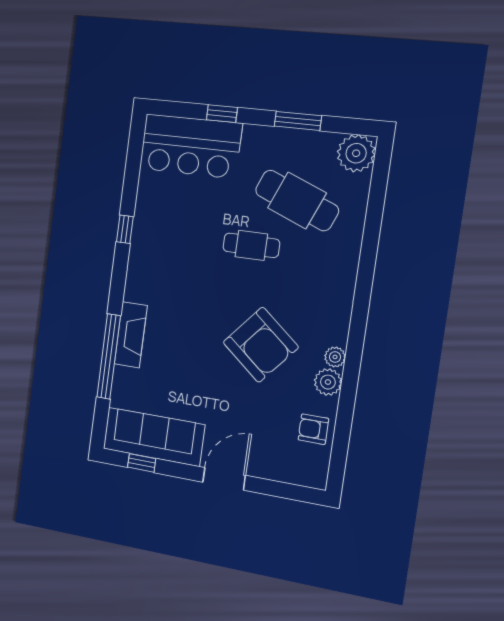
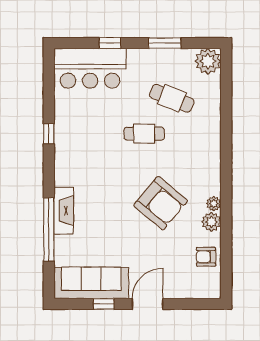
cafe table: (297, 200) -> (172, 98), width x0.73, depth x0.74
window: (142, 463) -> (104, 304), moved

